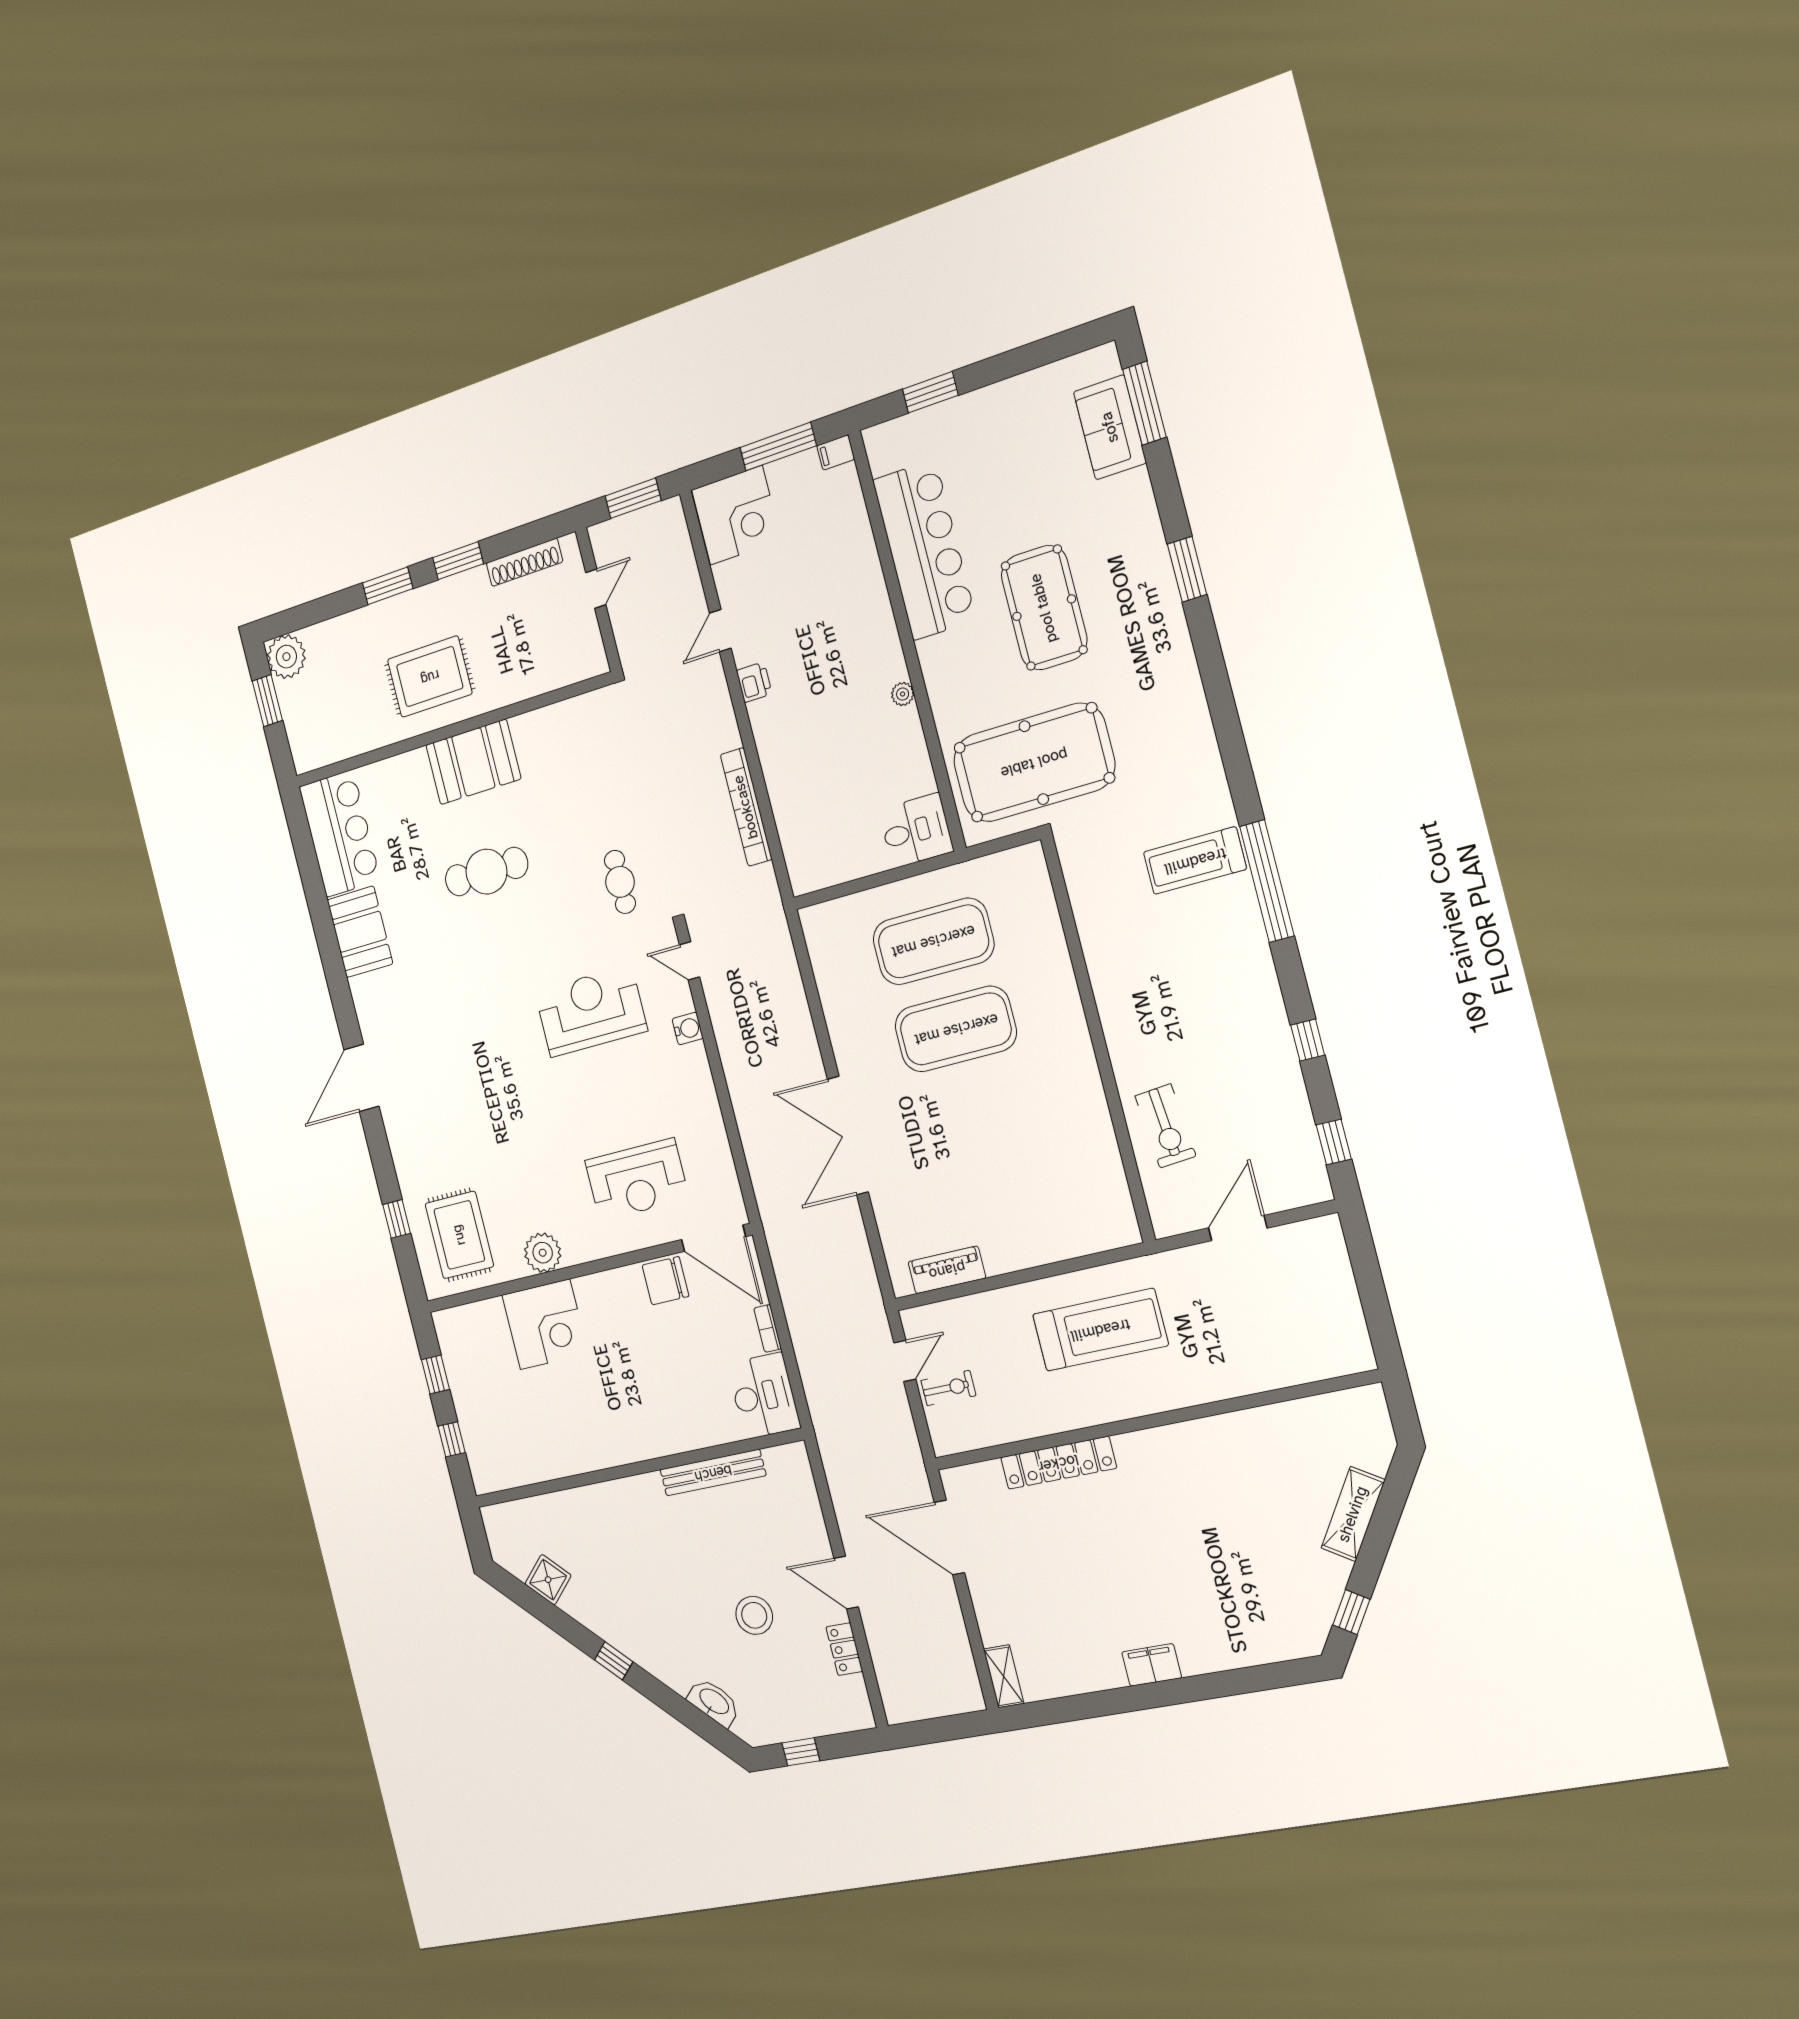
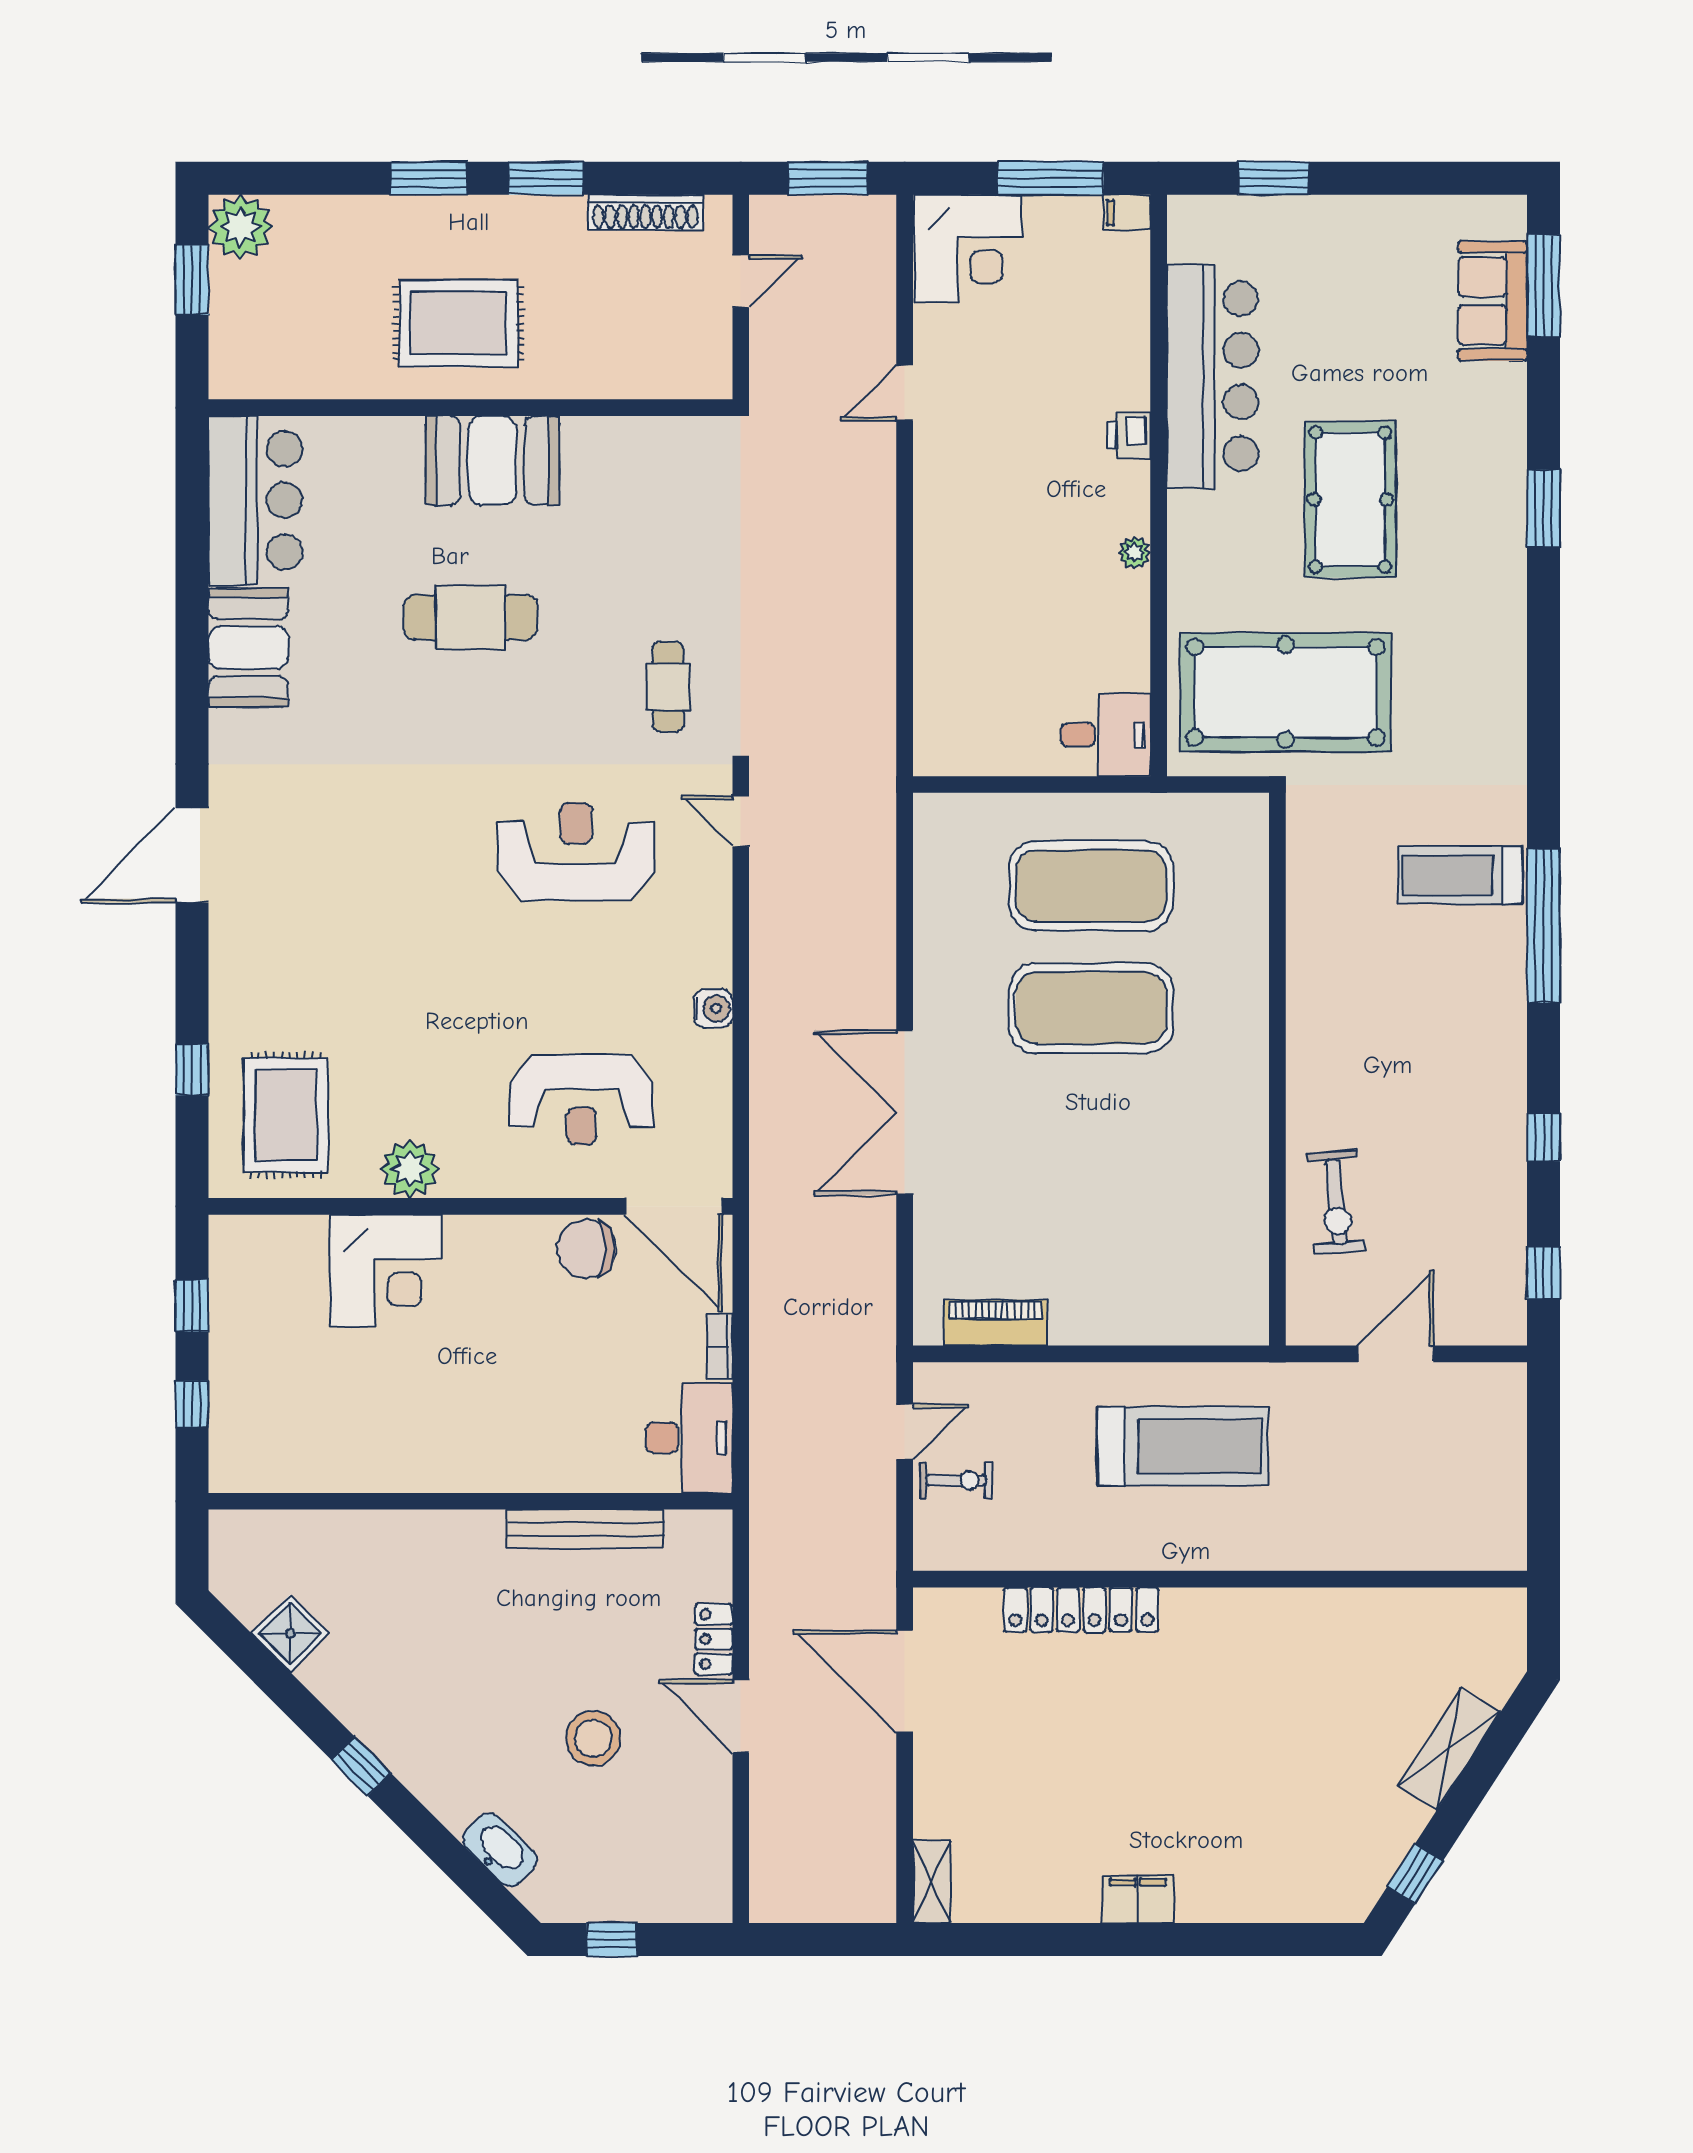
printer: (754, 682) -> (1129, 435), moved, turned 180
bookcase: (746, 807) -> (878, 637), removed
water cooler: (688, 1029) -> (713, 1008), moved
locker: (844, 1649) -> (714, 1639), moved

